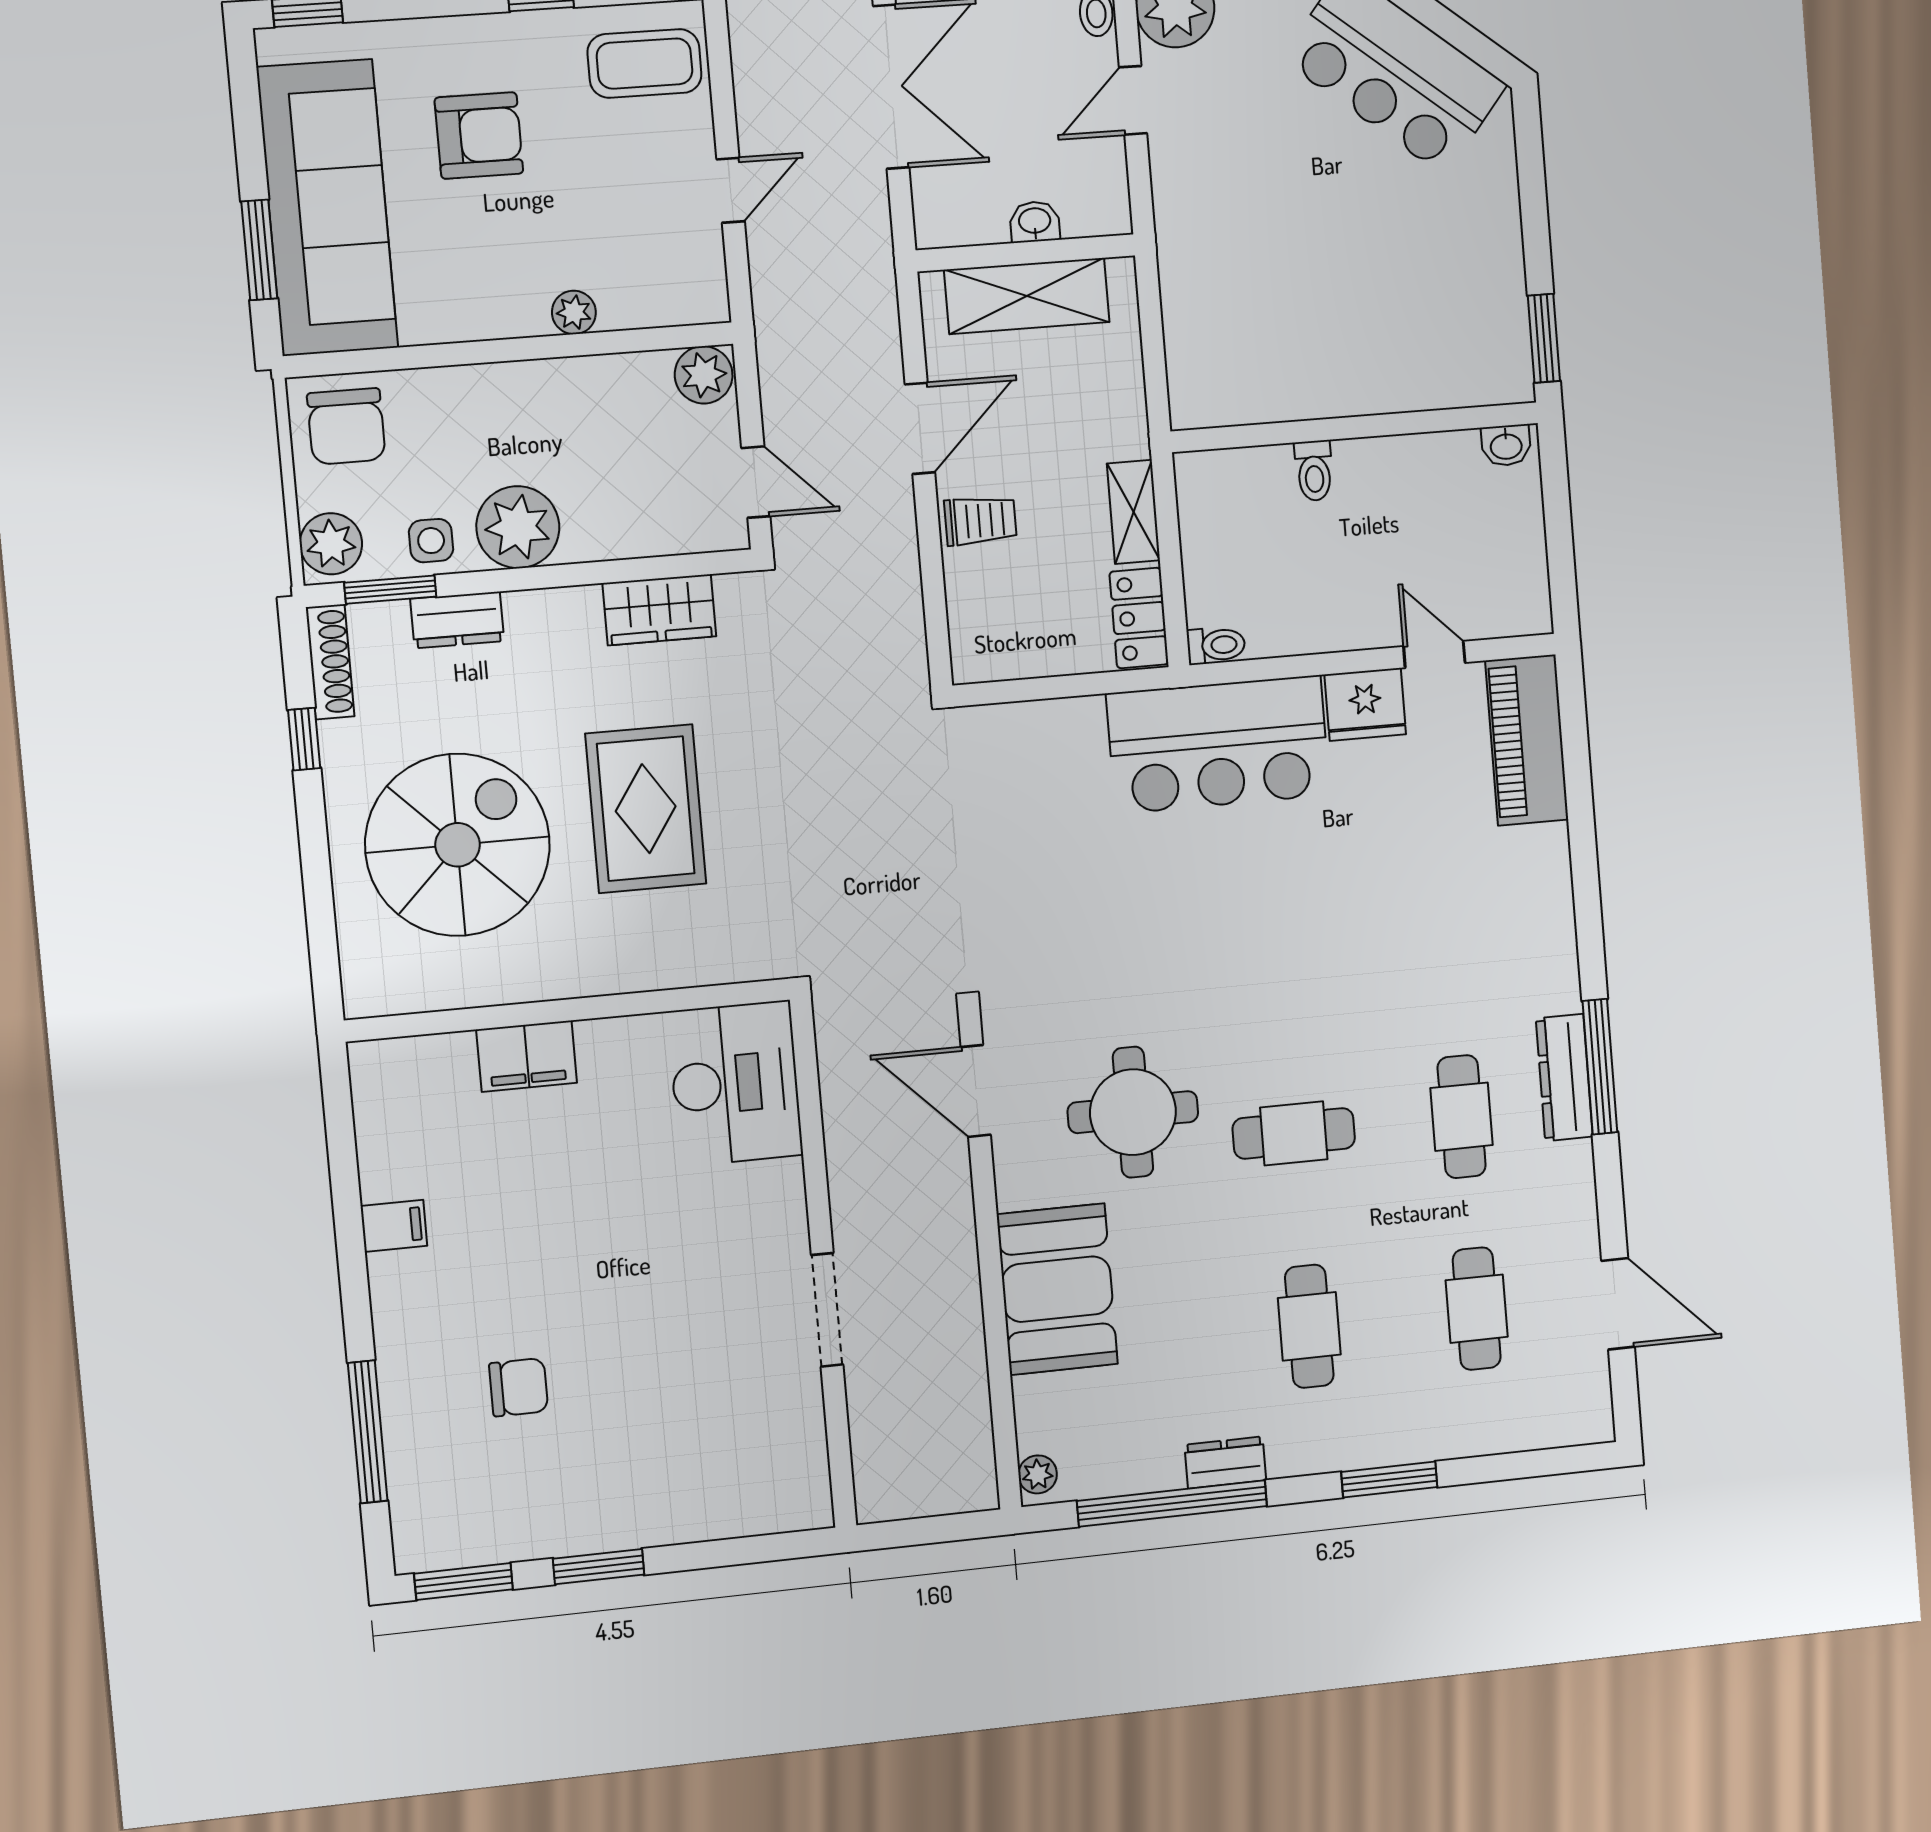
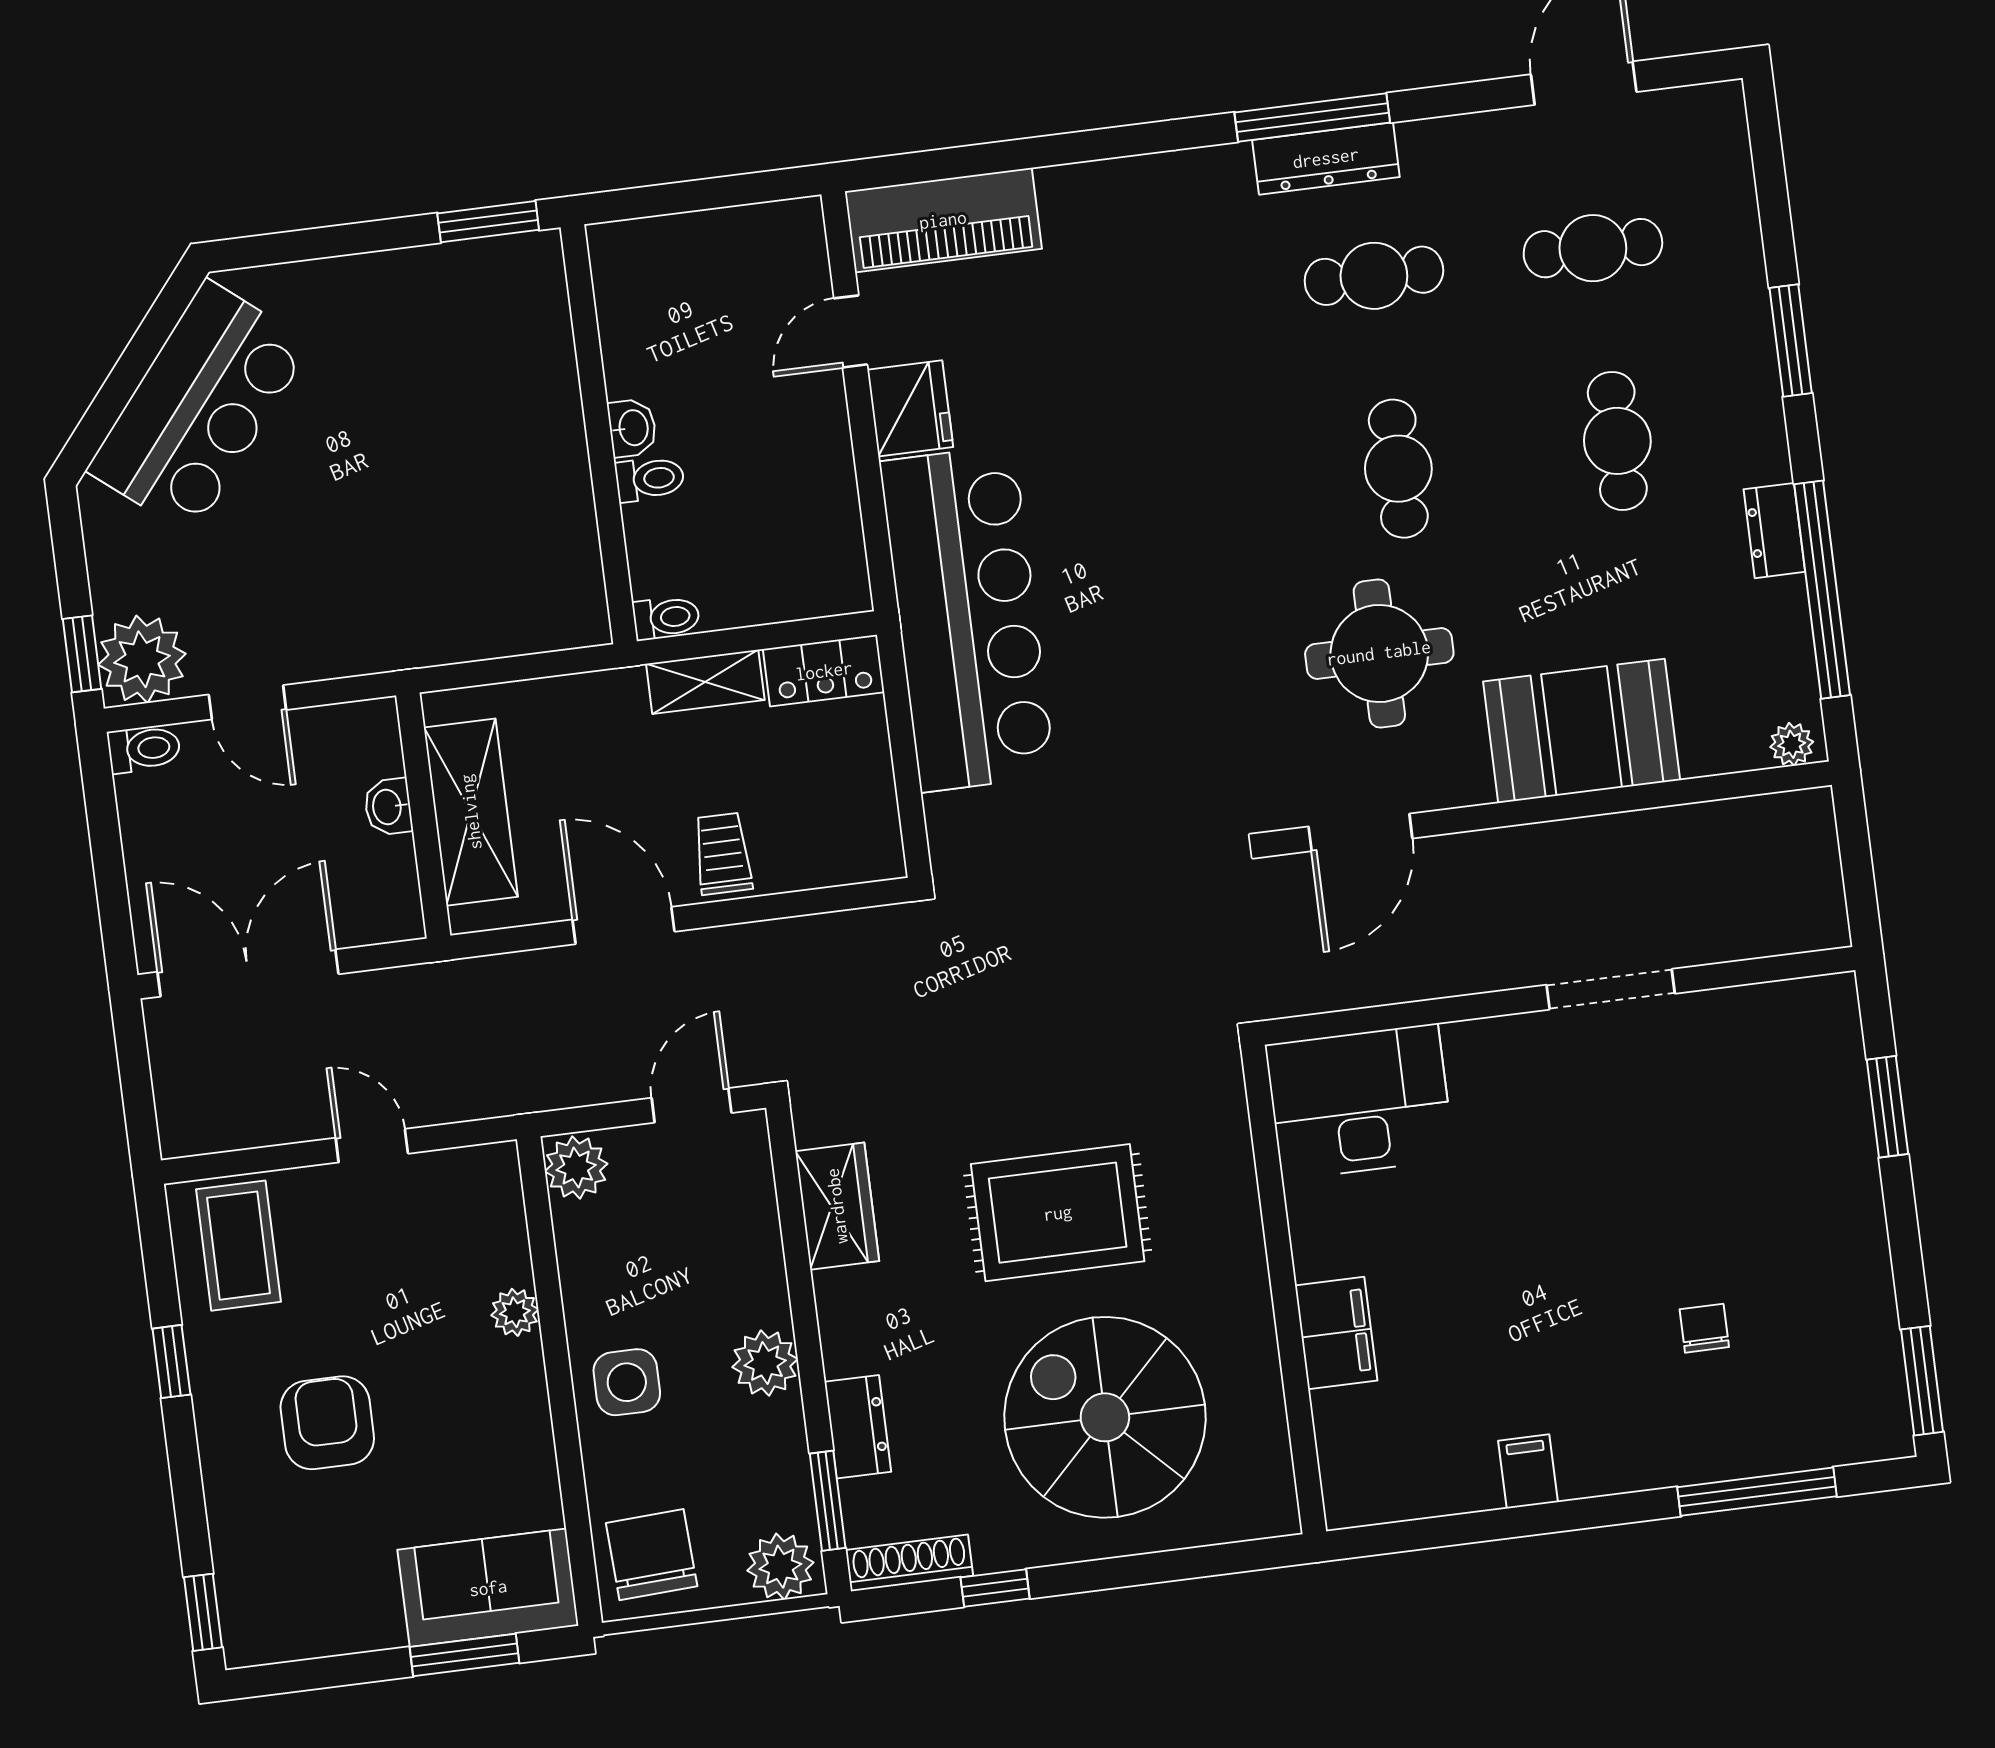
sofa: (327, 208) -> (488, 1588), width x0.54, depth x0.79
chair: (346, 426) -> (652, 1555), turned -93
washbasin: (1506, 445) -> (632, 428), moved
plant: (518, 527) -> (765, 1363), width x0.73, depth x0.73
side table: (431, 541) -> (627, 1382), moved, width x1.37, depth x1.37
toilet: (1216, 645) -> (666, 618), moved, turned 90
bar counter: (1218, 744) -> (967, 619), width x1.36
cafe table: (1309, 1326) -> (1617, 441), turned 90
chair: (519, 1387) -> (1704, 1328), width x0.73, depth x0.73
window: (599, 1567) -> (1887, 1107), moved

